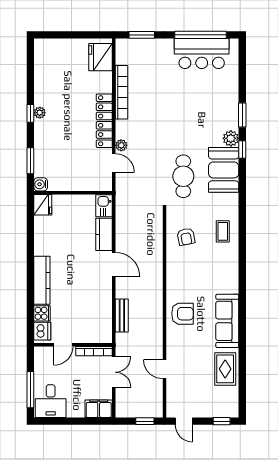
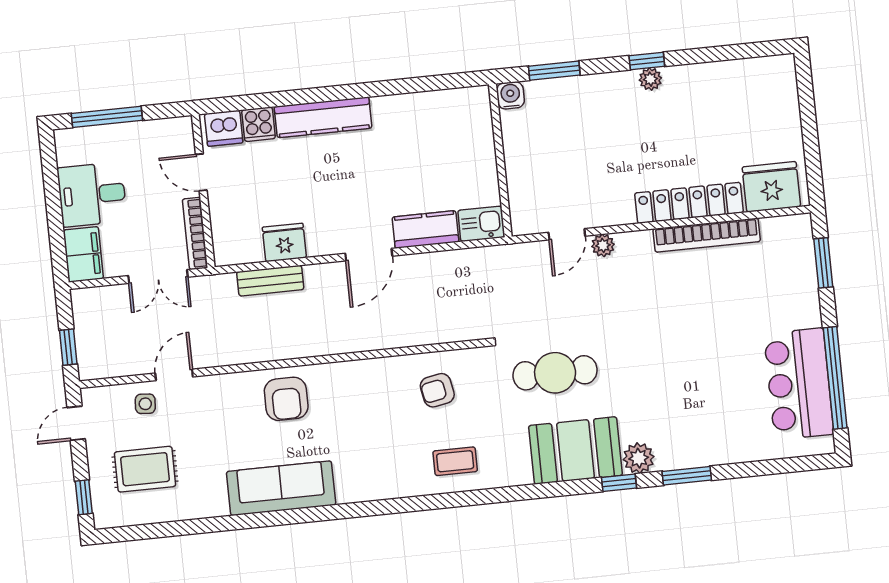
locker: (104, 121) -> (689, 203), moved
fridge: (43, 205) -> (284, 242), moved, turned 180
rug: (225, 369) -> (145, 469), moved
side table: (178, 385) -> (145, 404), added
desk: (51, 401) -> (92, 194), moved

